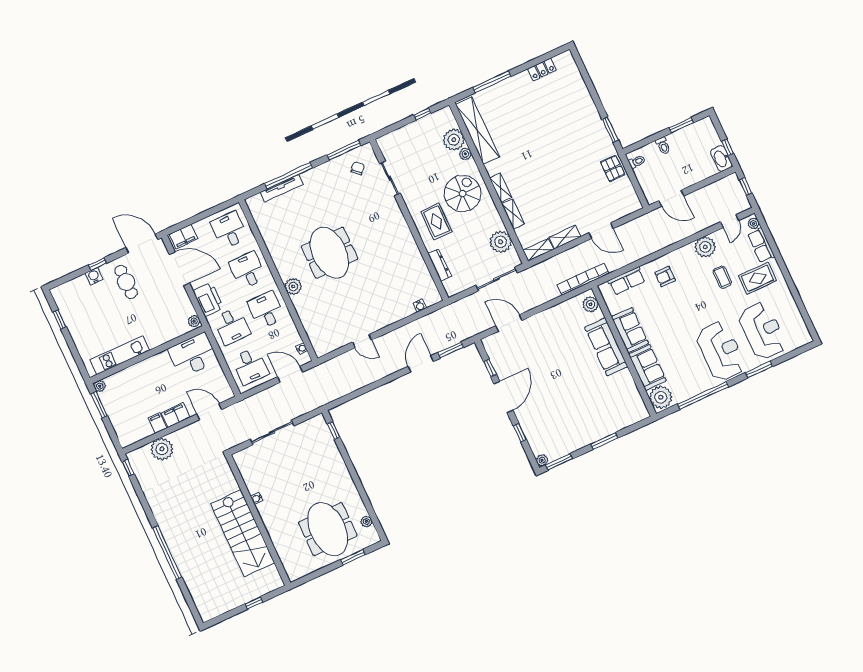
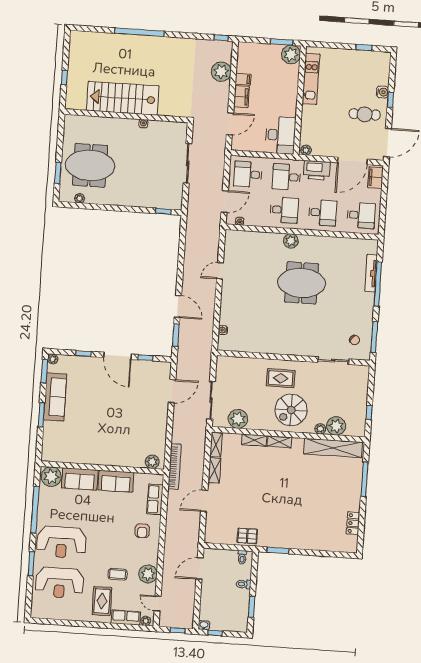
washbasin: (721, 158) -> (204, 625), width x0.52, depth x0.69
spiral stairs: (463, 193) -> (291, 410), turned 90
dresser: (440, 265) -> (246, 362), removed
armchair: (665, 276) -> (142, 531), turned 180
sofa: (606, 347) -> (55, 397), moved, turned 90
plant: (100, 386) -> (291, 54), width x1.87, depth x1.87

